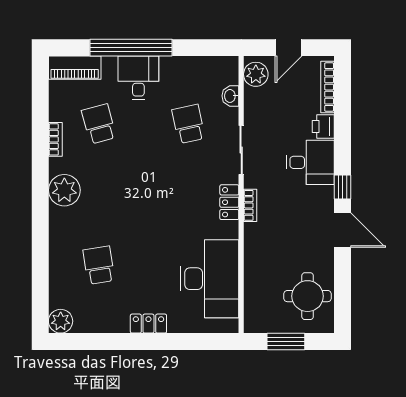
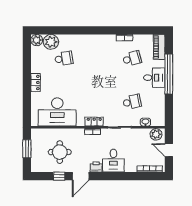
printer: (323, 126) -> (96, 167), moved
window: (342, 187) -> (59, 176), moved
plant: (64, 190) -> (51, 42), moved
round table: (308, 296) -> (60, 152), moved

